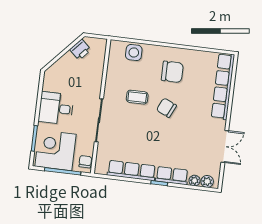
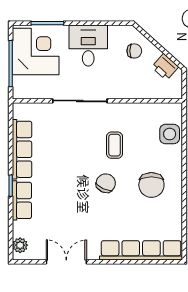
double door: (225, 147) -> (66, 262), swing flipped
chair: (85, 162) -> (134, 51), moved
plant: (194, 181) -> (19, 229), removed

